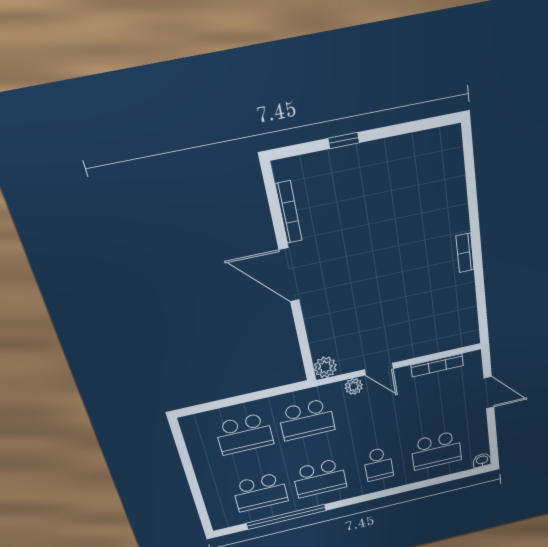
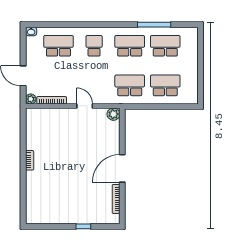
door: (289, 275) -> (122, 168), swing flipped
plant: (354, 386) -> (31, 99), moved
window: (286, 517) -> (154, 25), width x0.68

